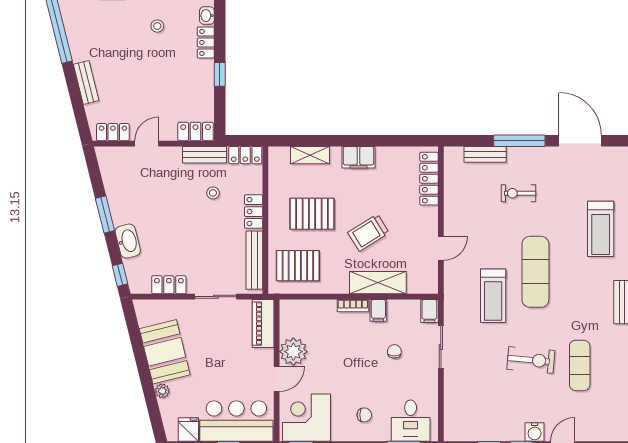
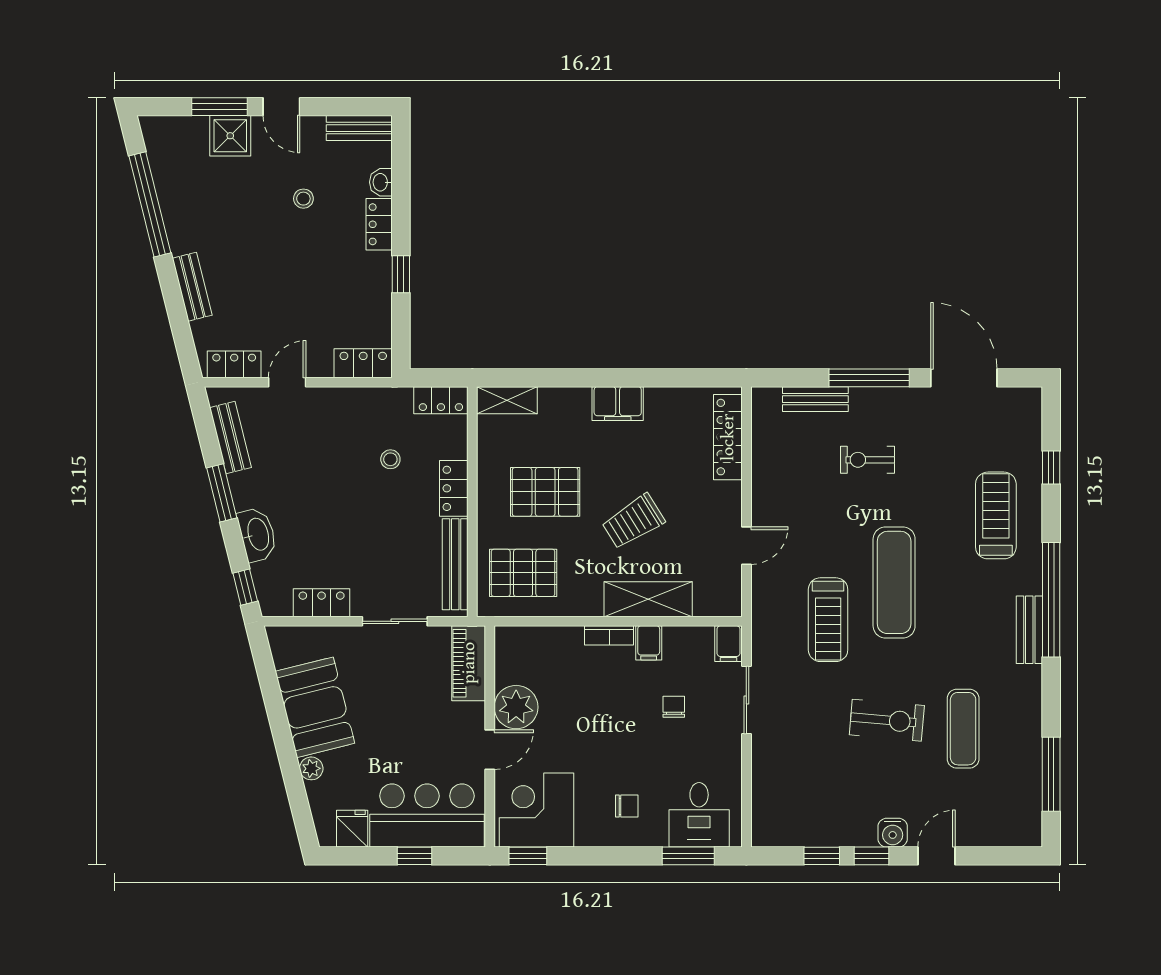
bench: (205, 155) -> (230, 438), moved, turned 76
shelving: (310, 155) -> (507, 400), moved
treadmill: (601, 229) -> (996, 515), turned 180

